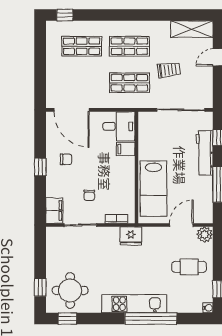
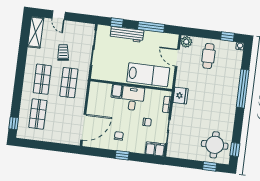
desk: (119, 126) -> (133, 98), moved
kitchen unit: (134, 304) -> (230, 99), removed

